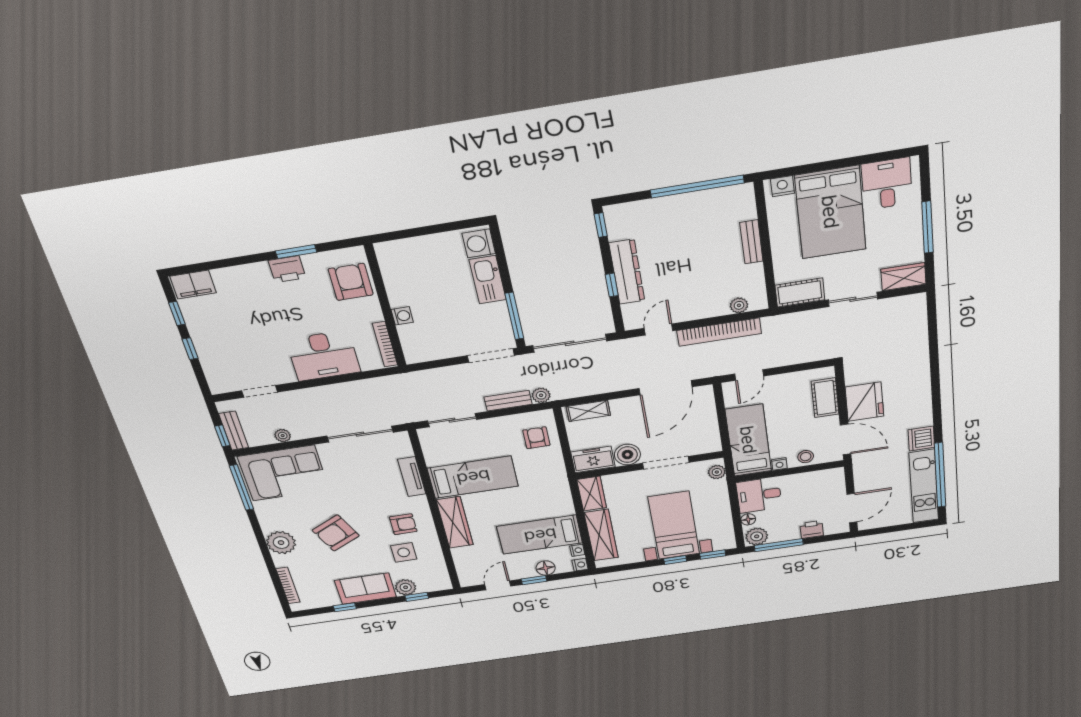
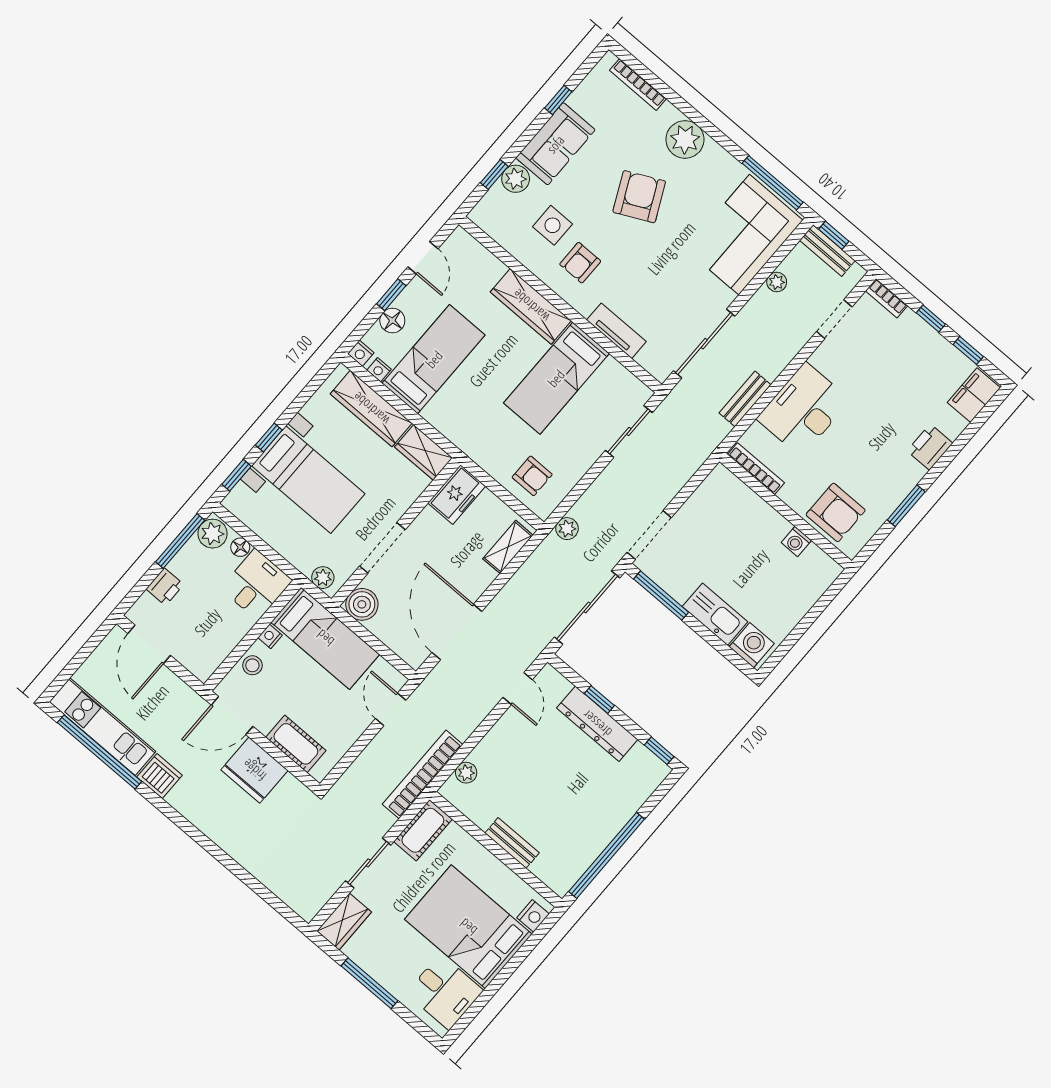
printer: (287, 269) -> (930, 447), moved
washing machine: (402, 316) -> (796, 541), moved
bookcase: (719, 332) -> (423, 774), moved
bookcase: (213, 380) -> (886, 298), added
bench: (508, 401) -> (745, 399), moved
boiler: (627, 455) -> (362, 604), moved

